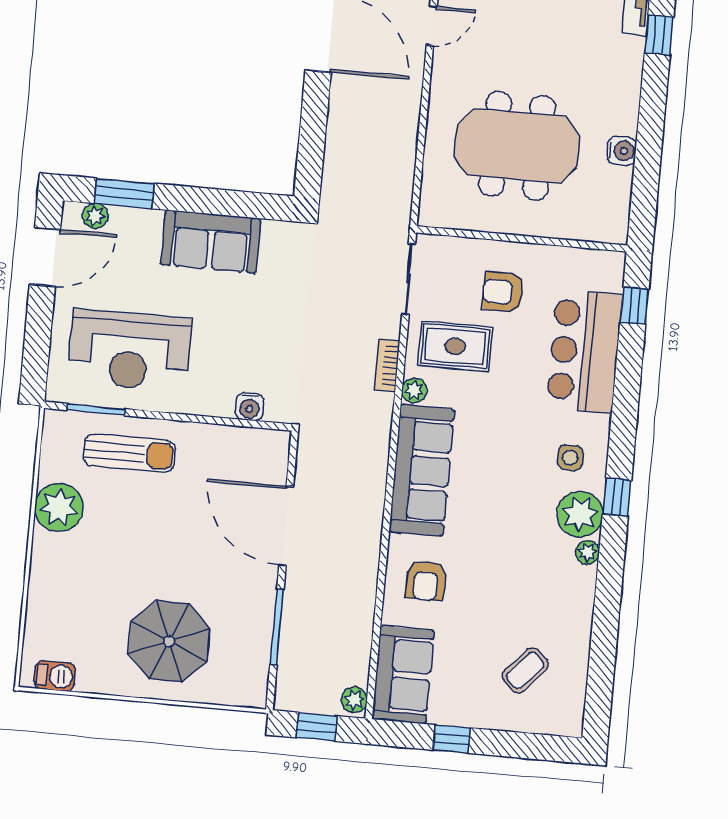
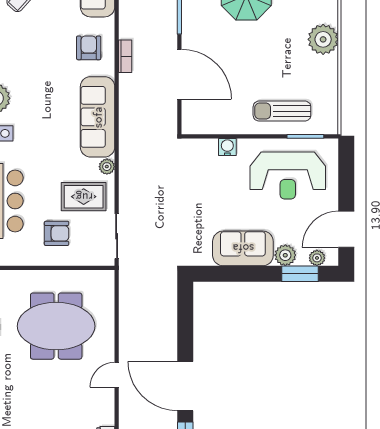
door: (432, 26) -> (117, 375), moved
plant: (145, 225) -> (285, 255), added
reception desk: (129, 350) -> (288, 176), turned 180
bookcase: (387, 365) -> (125, 56), moved
water cooler: (250, 407) -> (227, 147), moved
plant: (59, 507) -> (323, 39), moved

